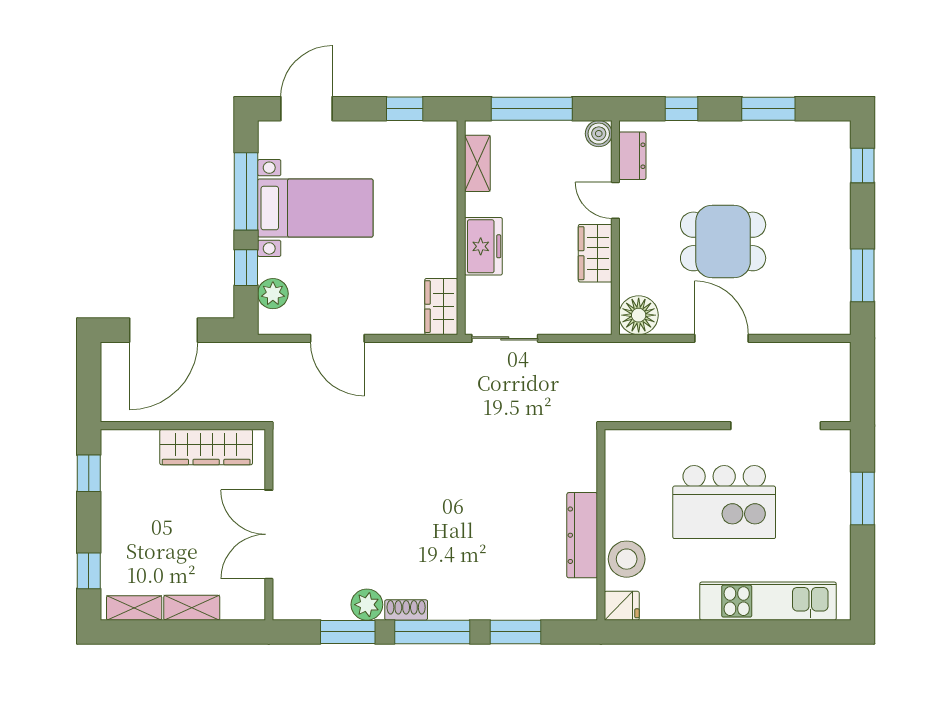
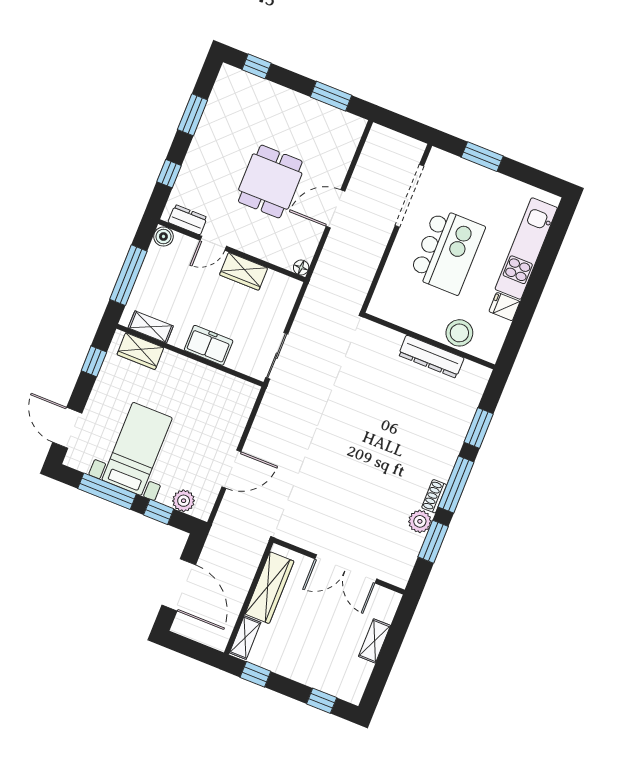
wardrobe: (441, 307) -> (140, 351), moved
floor lamp: (639, 315) -> (301, 267), width x0.53, depth x0.53
fridge: (622, 606) -> (504, 307), moved, turned -90
shelving: (134, 608) -> (245, 638), moved

